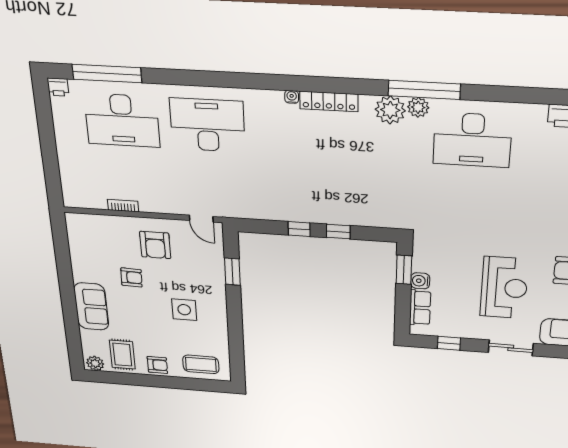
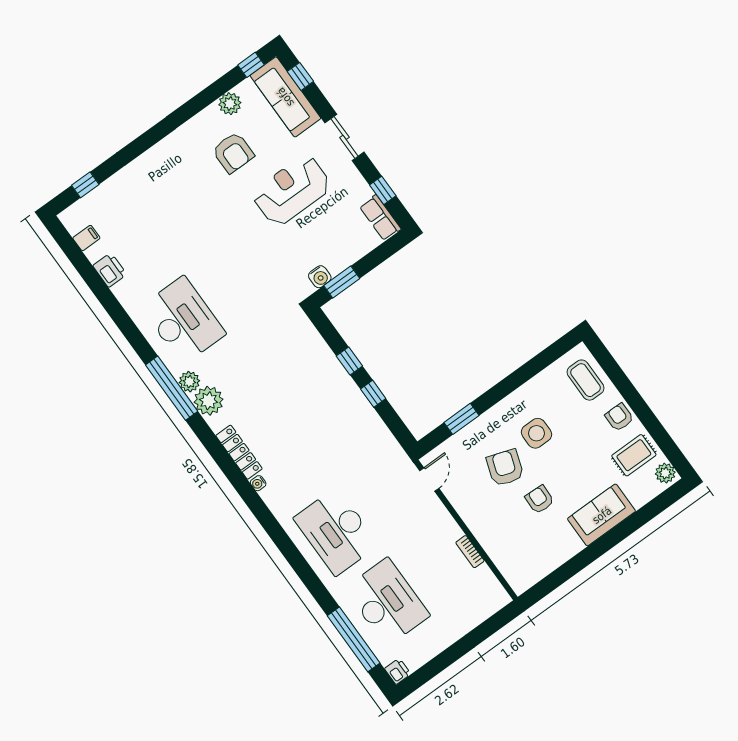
armchair: (155, 245) -> (505, 468), moved, turned -71
water cooler: (420, 281) -> (320, 277), moved
row of seats: (420, 308) -> (380, 218), moved, turned -90

